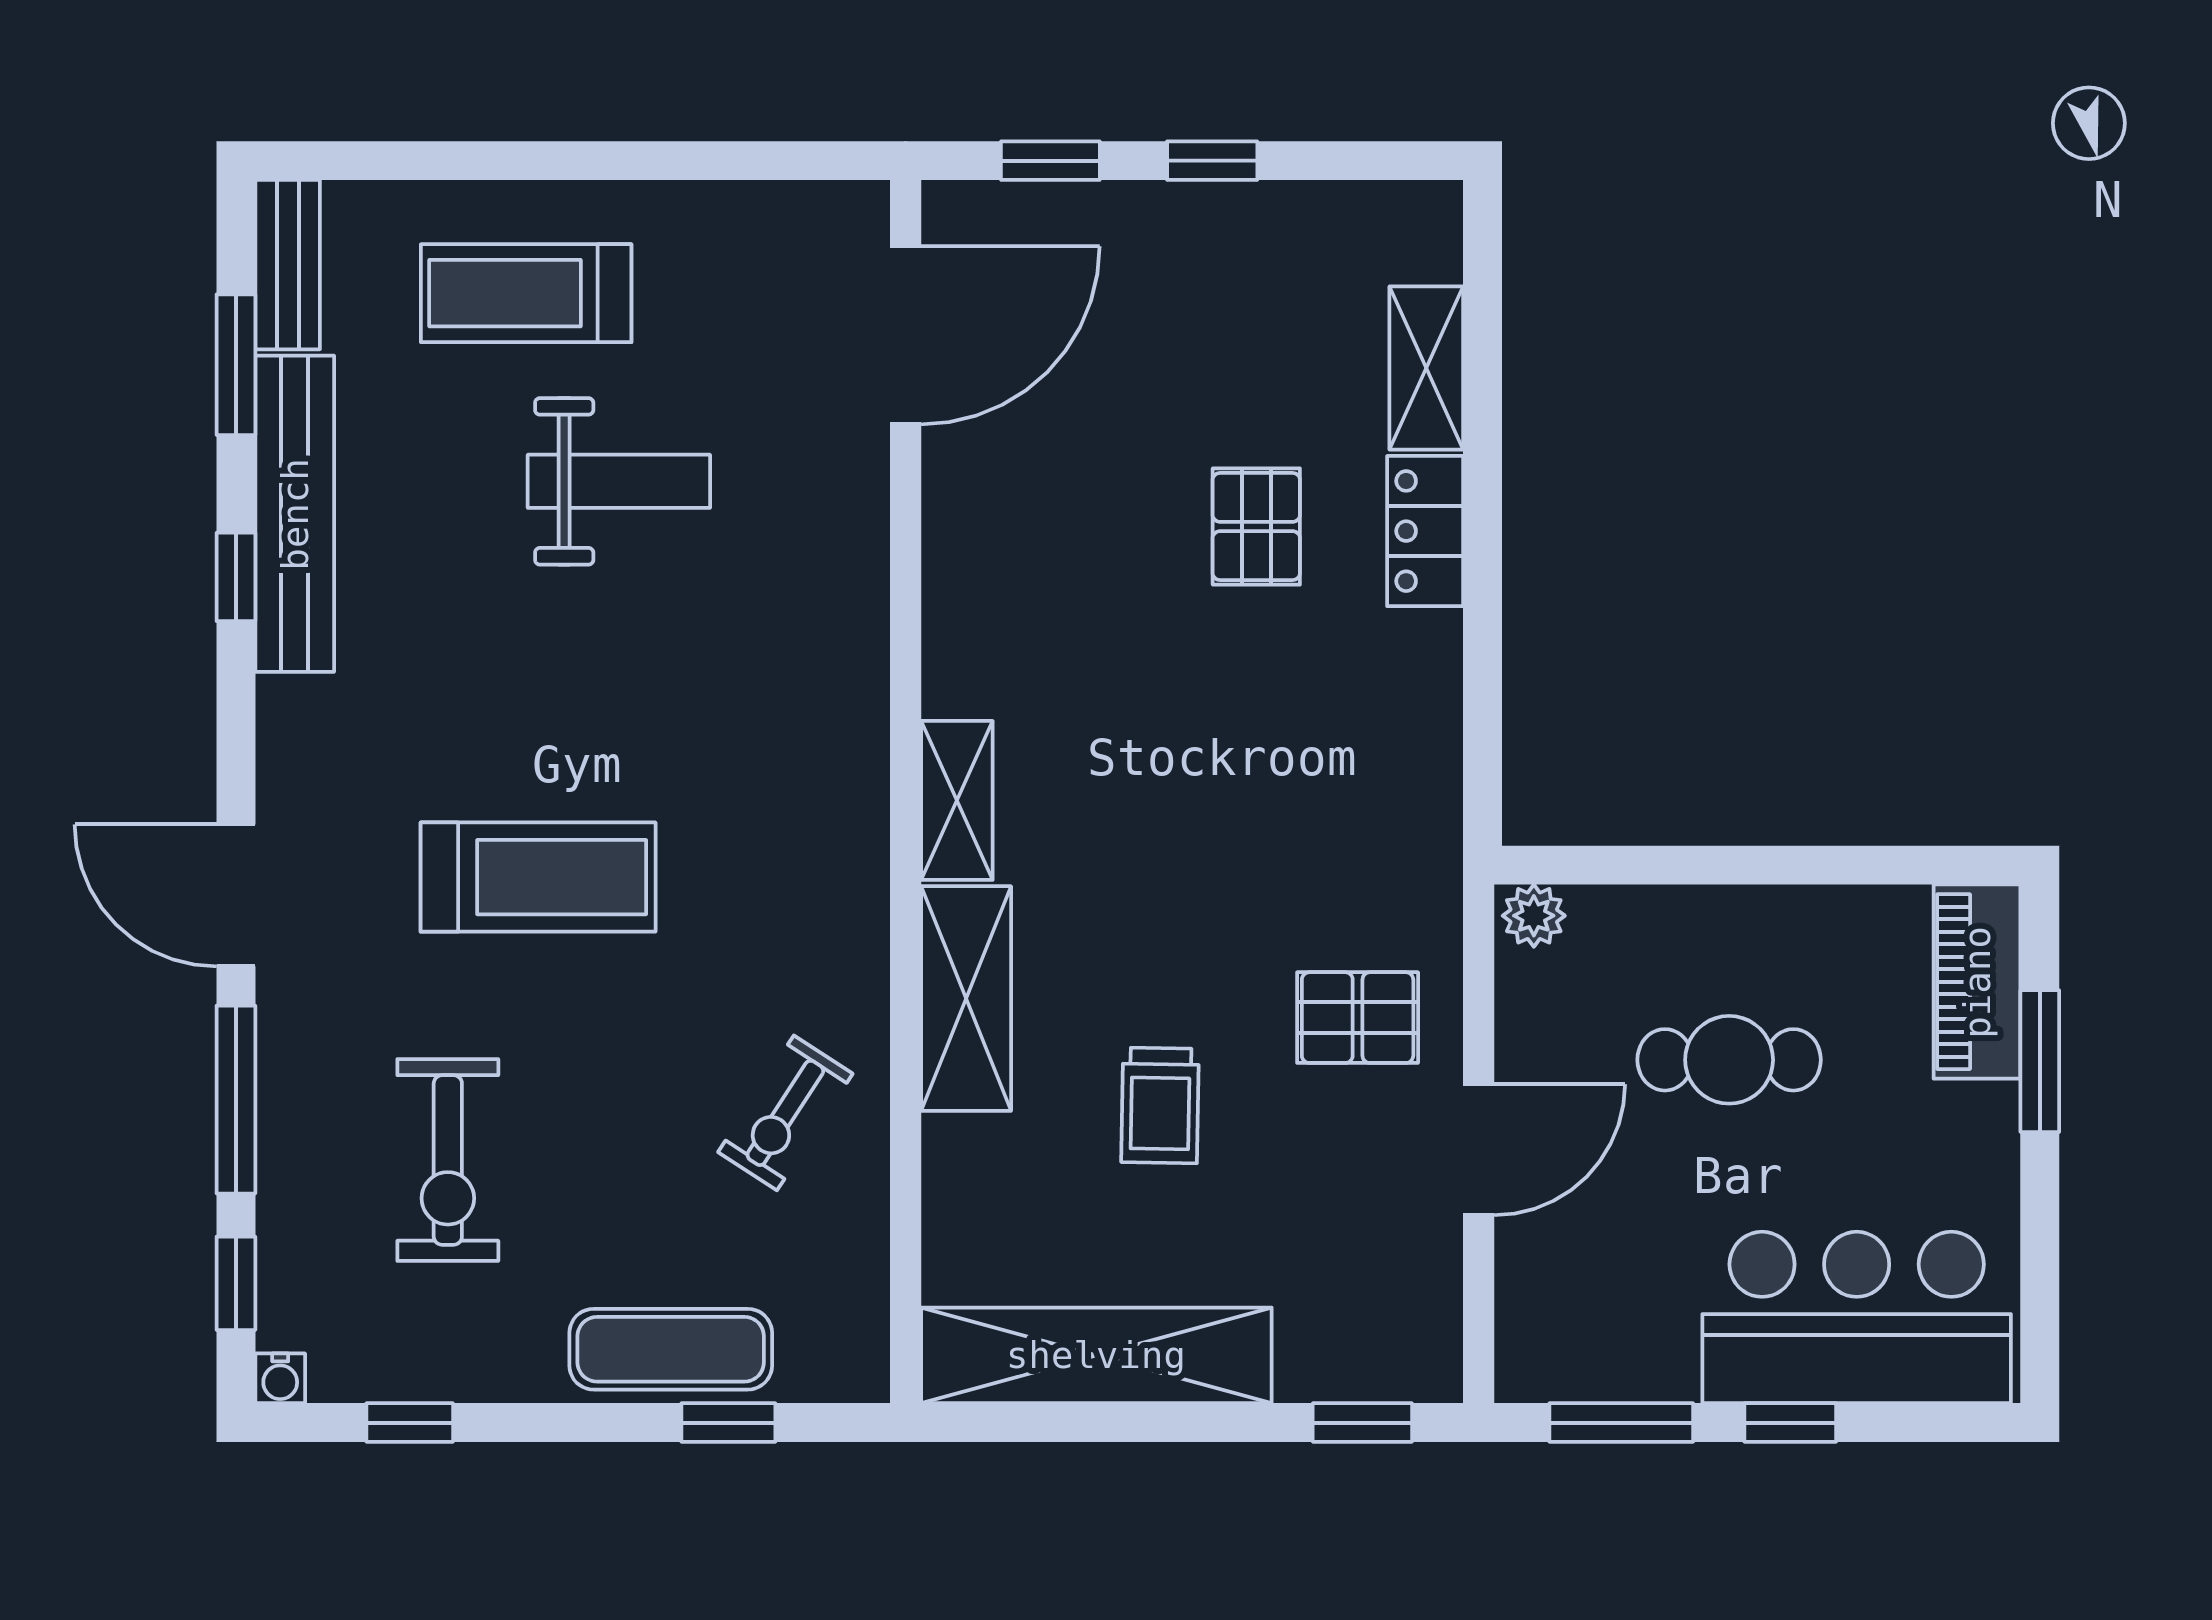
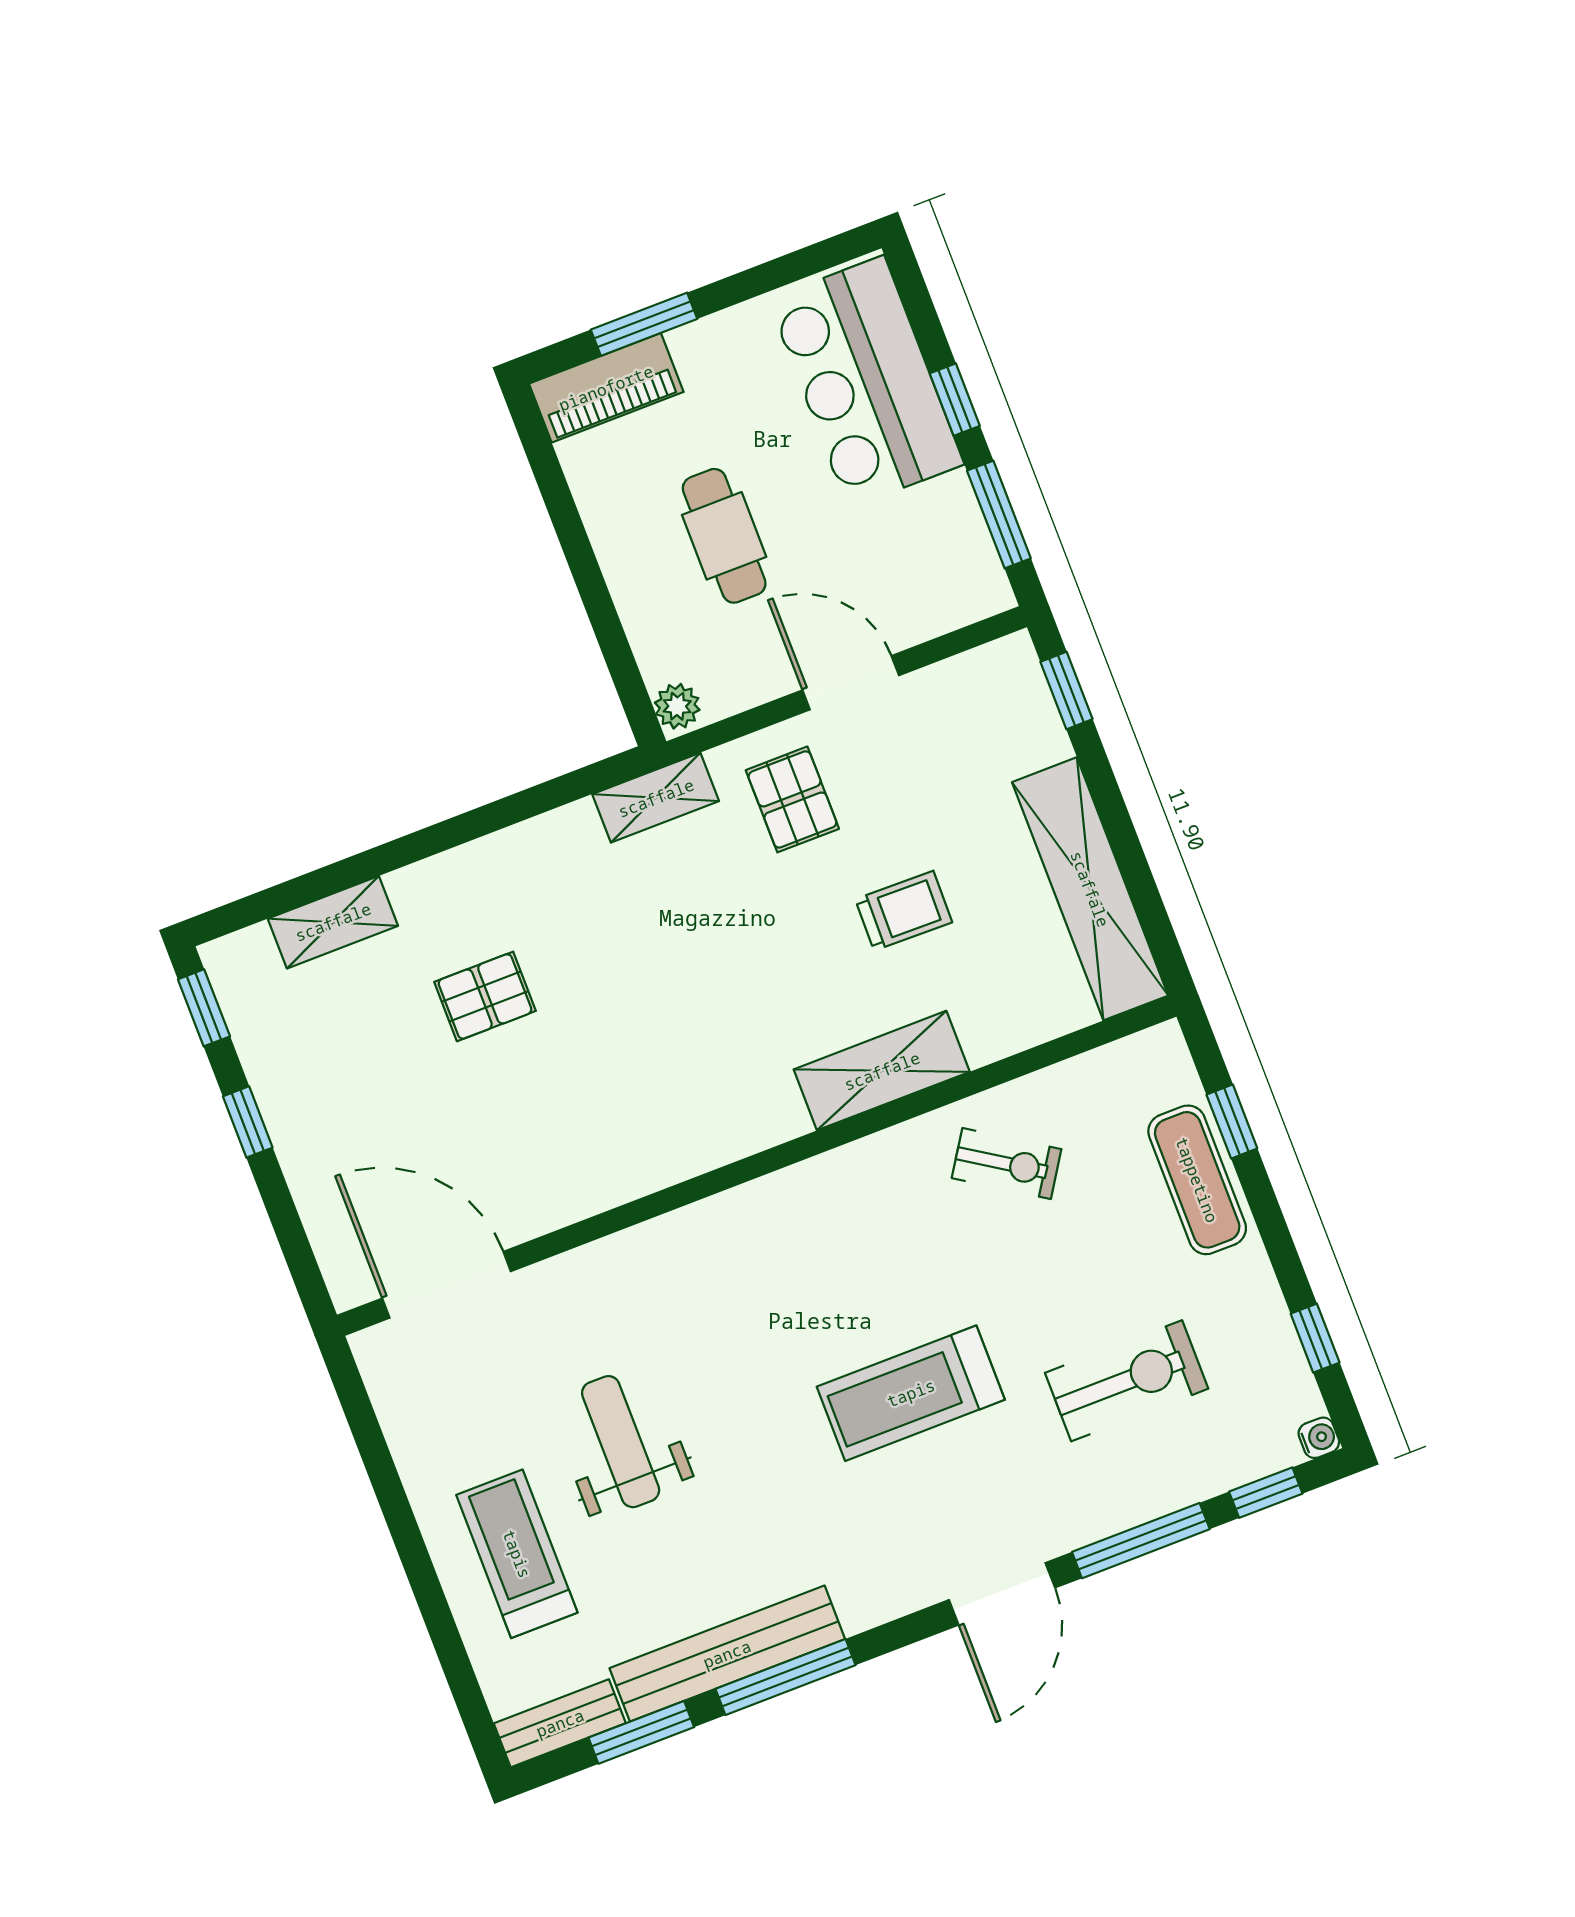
window: (1050, 161) -> (204, 1008), moved
treadmill: (526, 293) -> (517, 1554), turned 180
locker: (1425, 531) -> (444, 881), removed
window: (236, 577) -> (786, 1677), width x2.17
shelving: (957, 800) -> (656, 798), moved
treadmill: (538, 877) -> (911, 1393), turned -90

